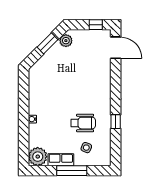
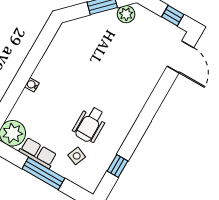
window: (116, 122) -> (117, 166), moved
wheelchair: (83, 123) -> (90, 124), turned 90

